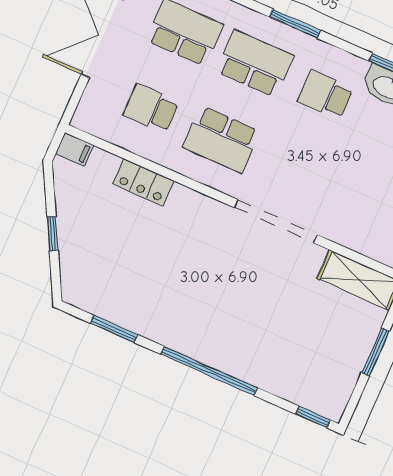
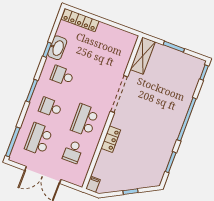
school desk: (255, 64) -> (50, 107), width x0.54
school desk: (325, 95) -> (62, 76), turned 90
school desk: (221, 139) -> (85, 120), turned 180
locker: (143, 182) -> (111, 139), moved

